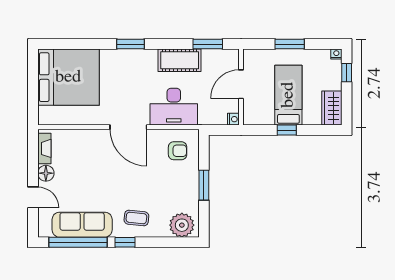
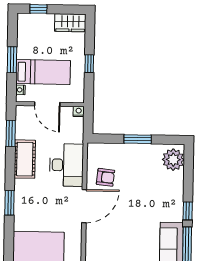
nightstand: (336, 54) -> (20, 90), moved
bed: (288, 95) -> (43, 72), moved, turned 180
armchair: (178, 151) -> (105, 177), moved, turned 96
coffee table: (136, 218) -> (166, 200), removed

